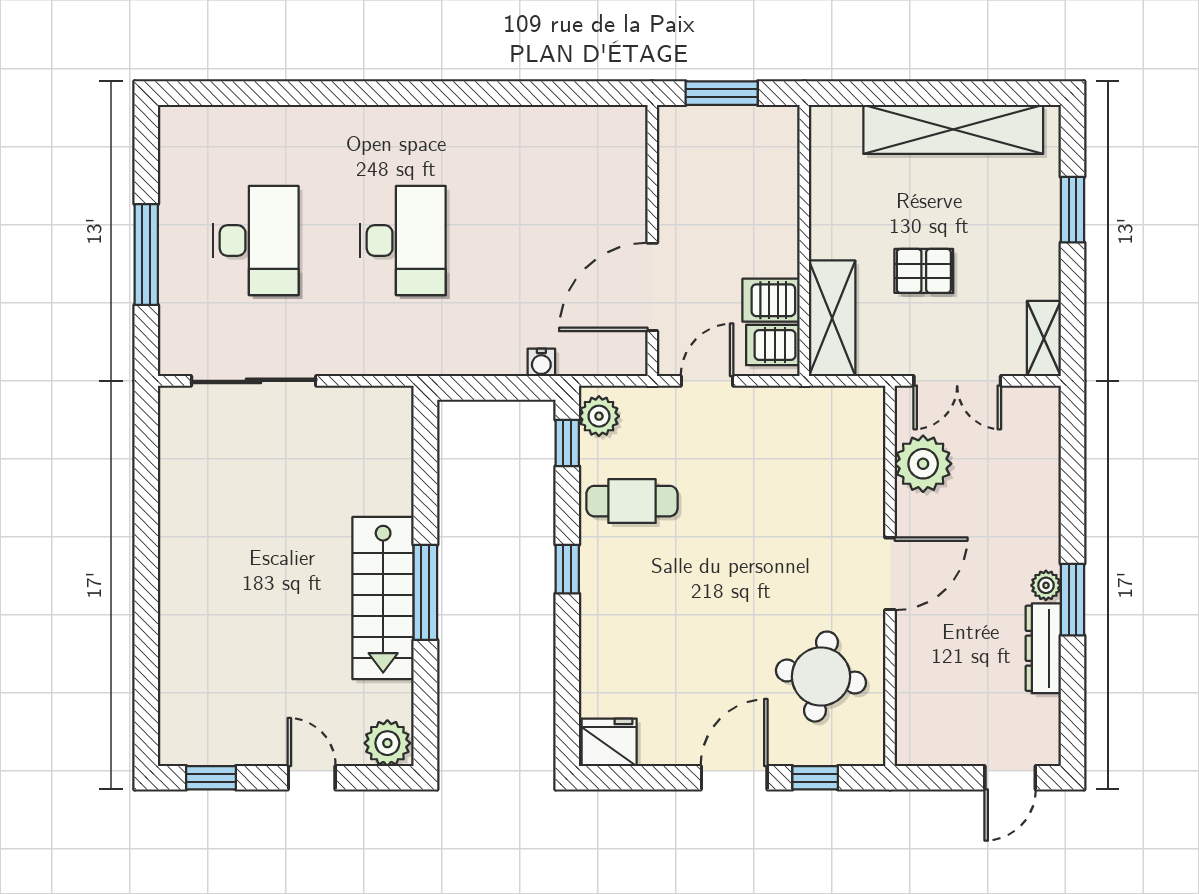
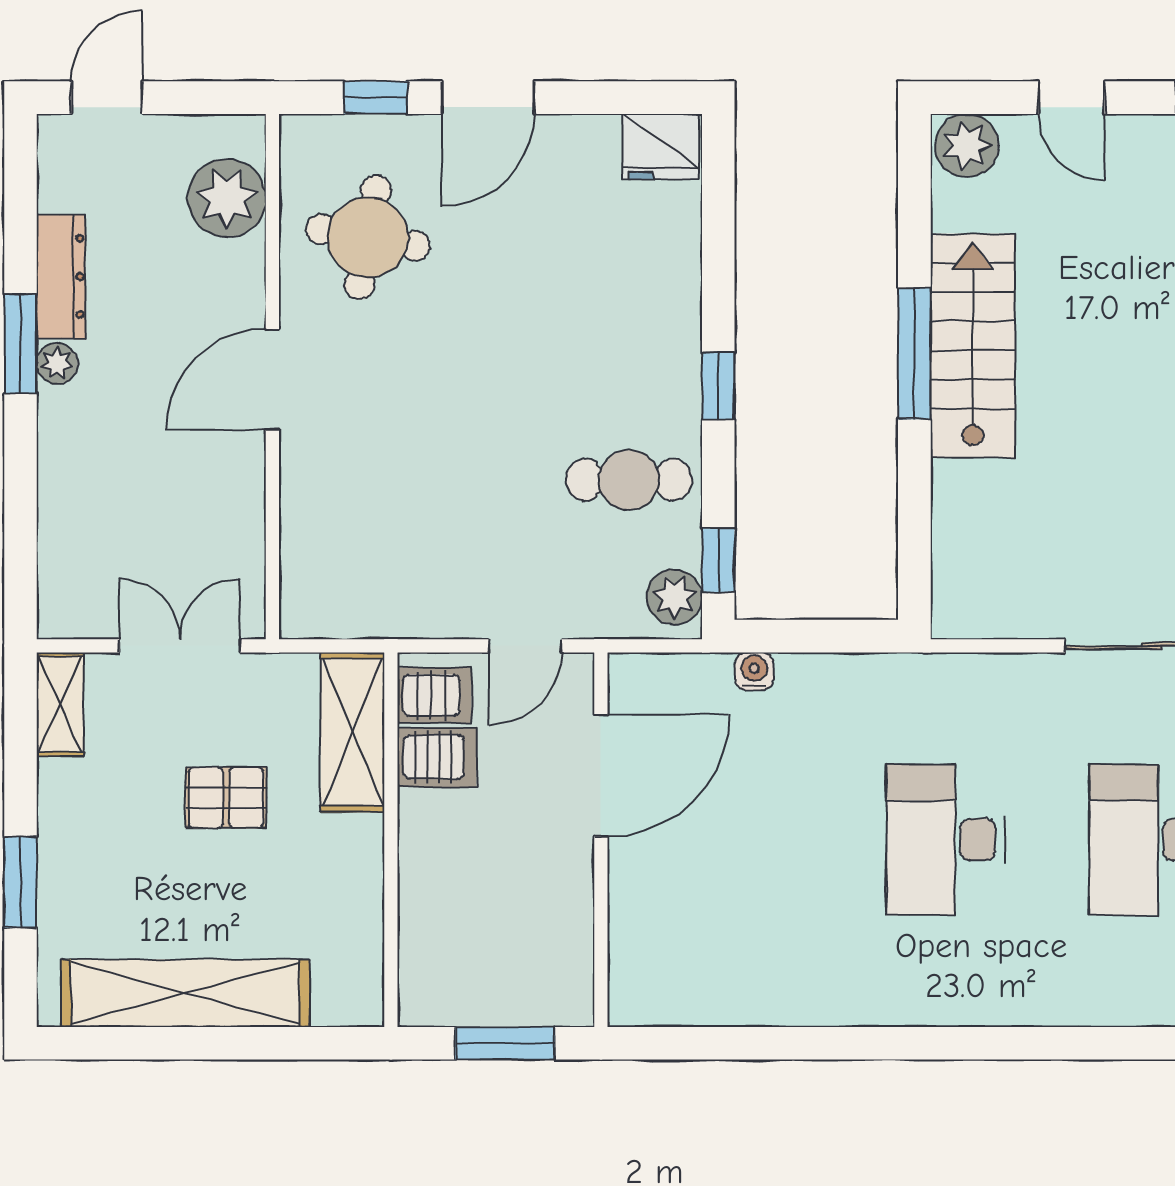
plant: (923, 464) -> (227, 198), moved

